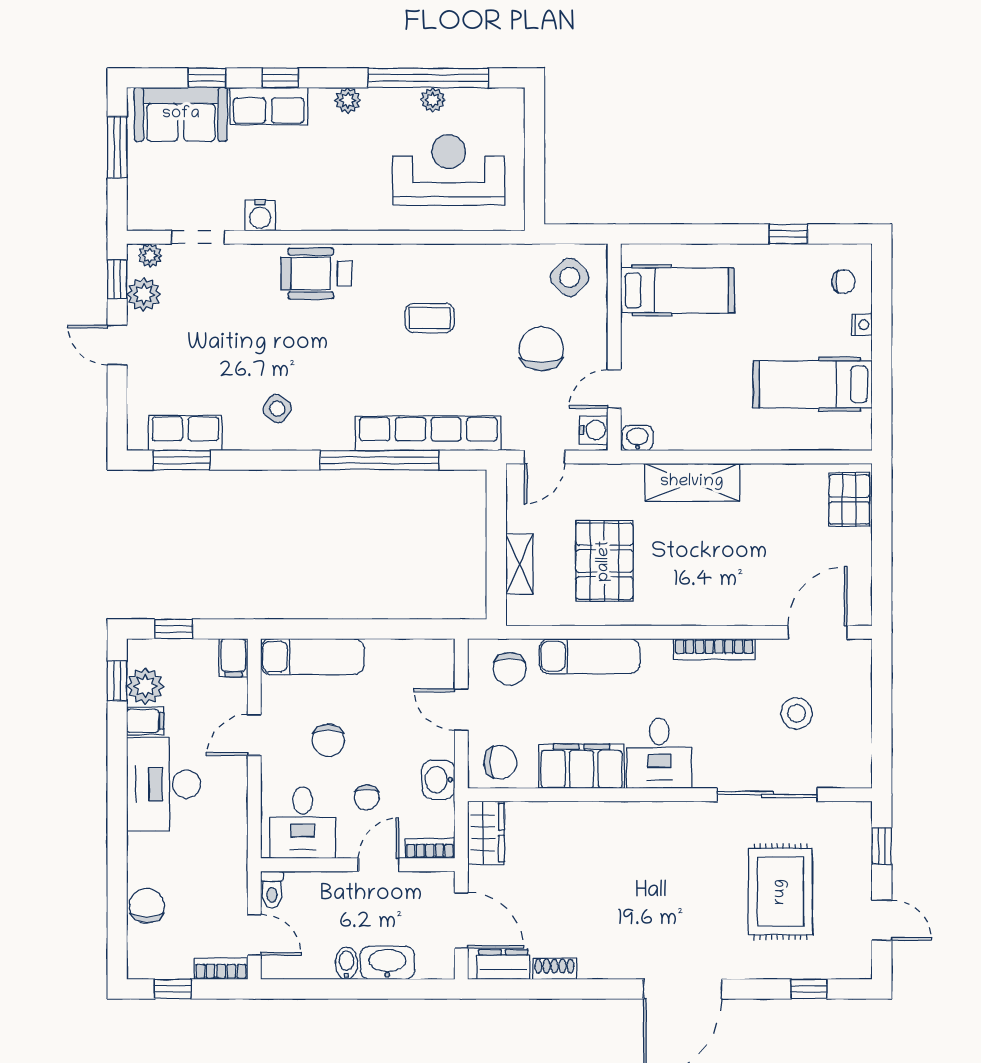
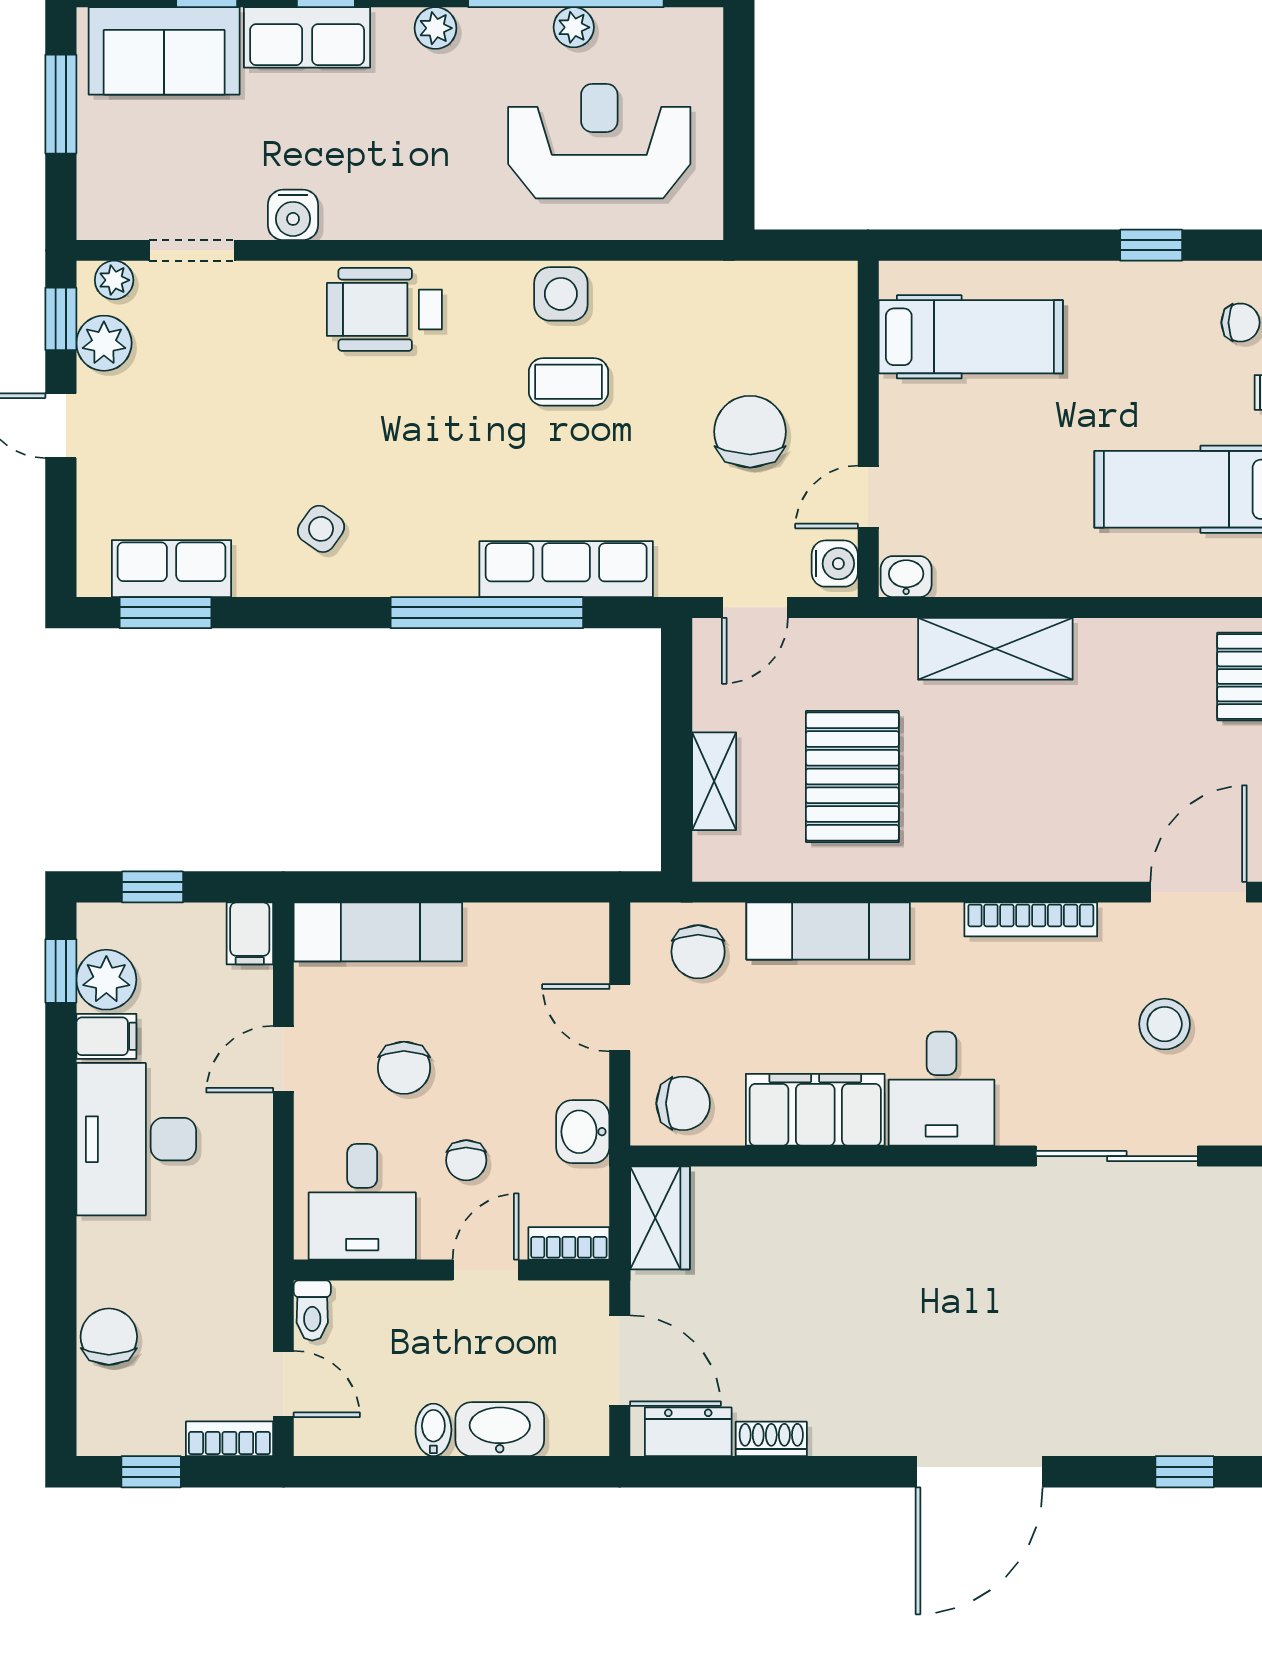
side table: (570, 277) -> (561, 294), moved, turned 45
row of seats: (428, 433) -> (566, 569), width x0.73
rug: (780, 892) -> (1138, 1314), removed

